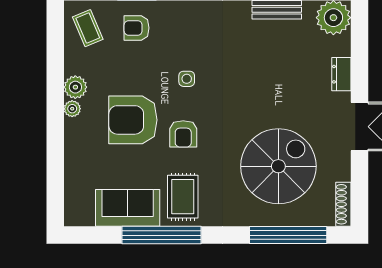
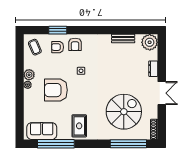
armchair: (183, 134) -> (75, 44), moved
sofa: (128, 208) -> (42, 131), moved
window: (161, 235) -> (56, 144), moved

